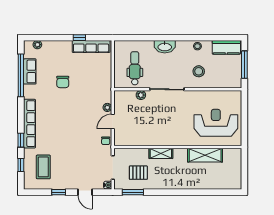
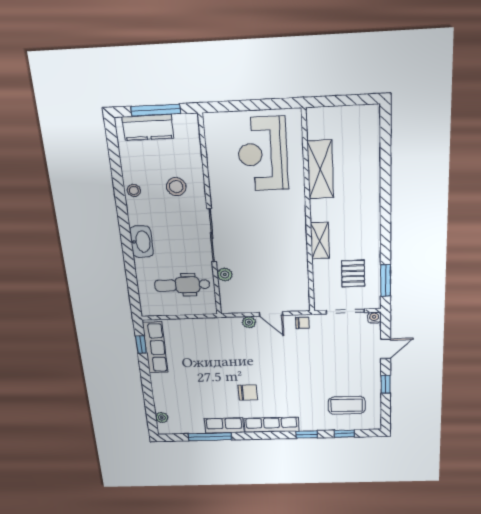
window: (79, 38) -> (141, 345), moved
kitchen counter: (226, 47) -> (148, 127), moved, turned 90
row of seats: (30, 71) -> (224, 425), moved
window: (21, 75) -> (210, 437), width x0.68
chair: (63, 82) -> (248, 392), moved
row of seats: (30, 124) -> (271, 425), width x0.73

